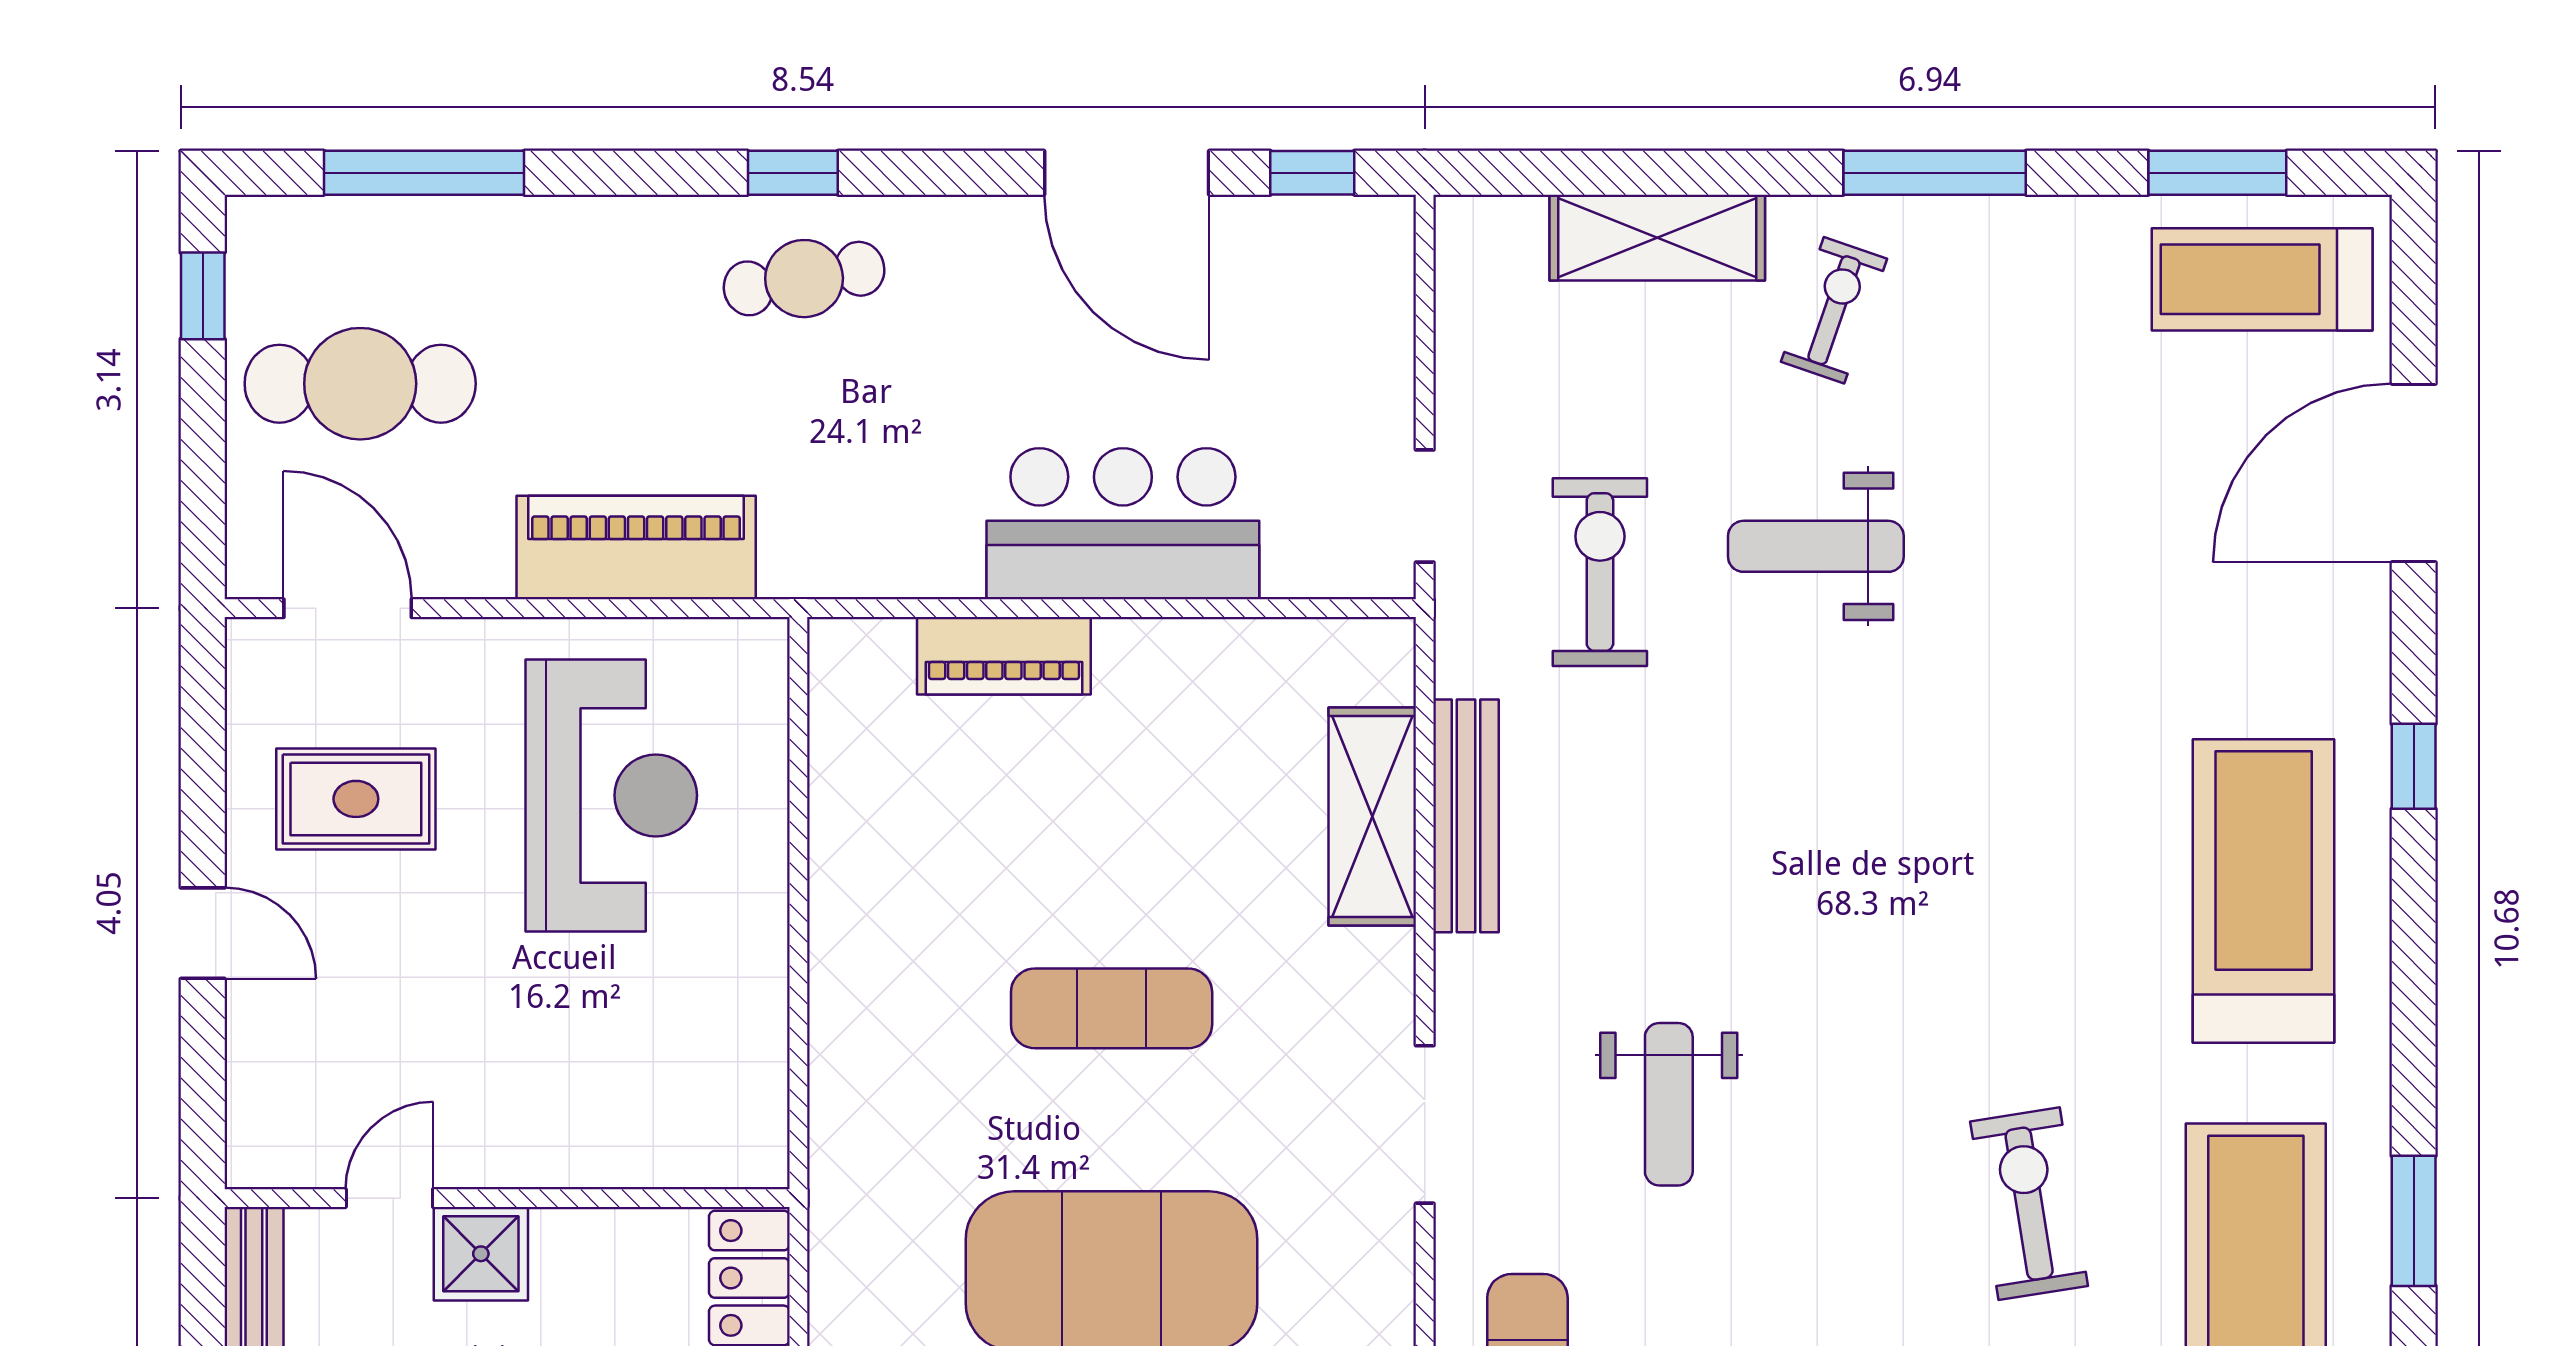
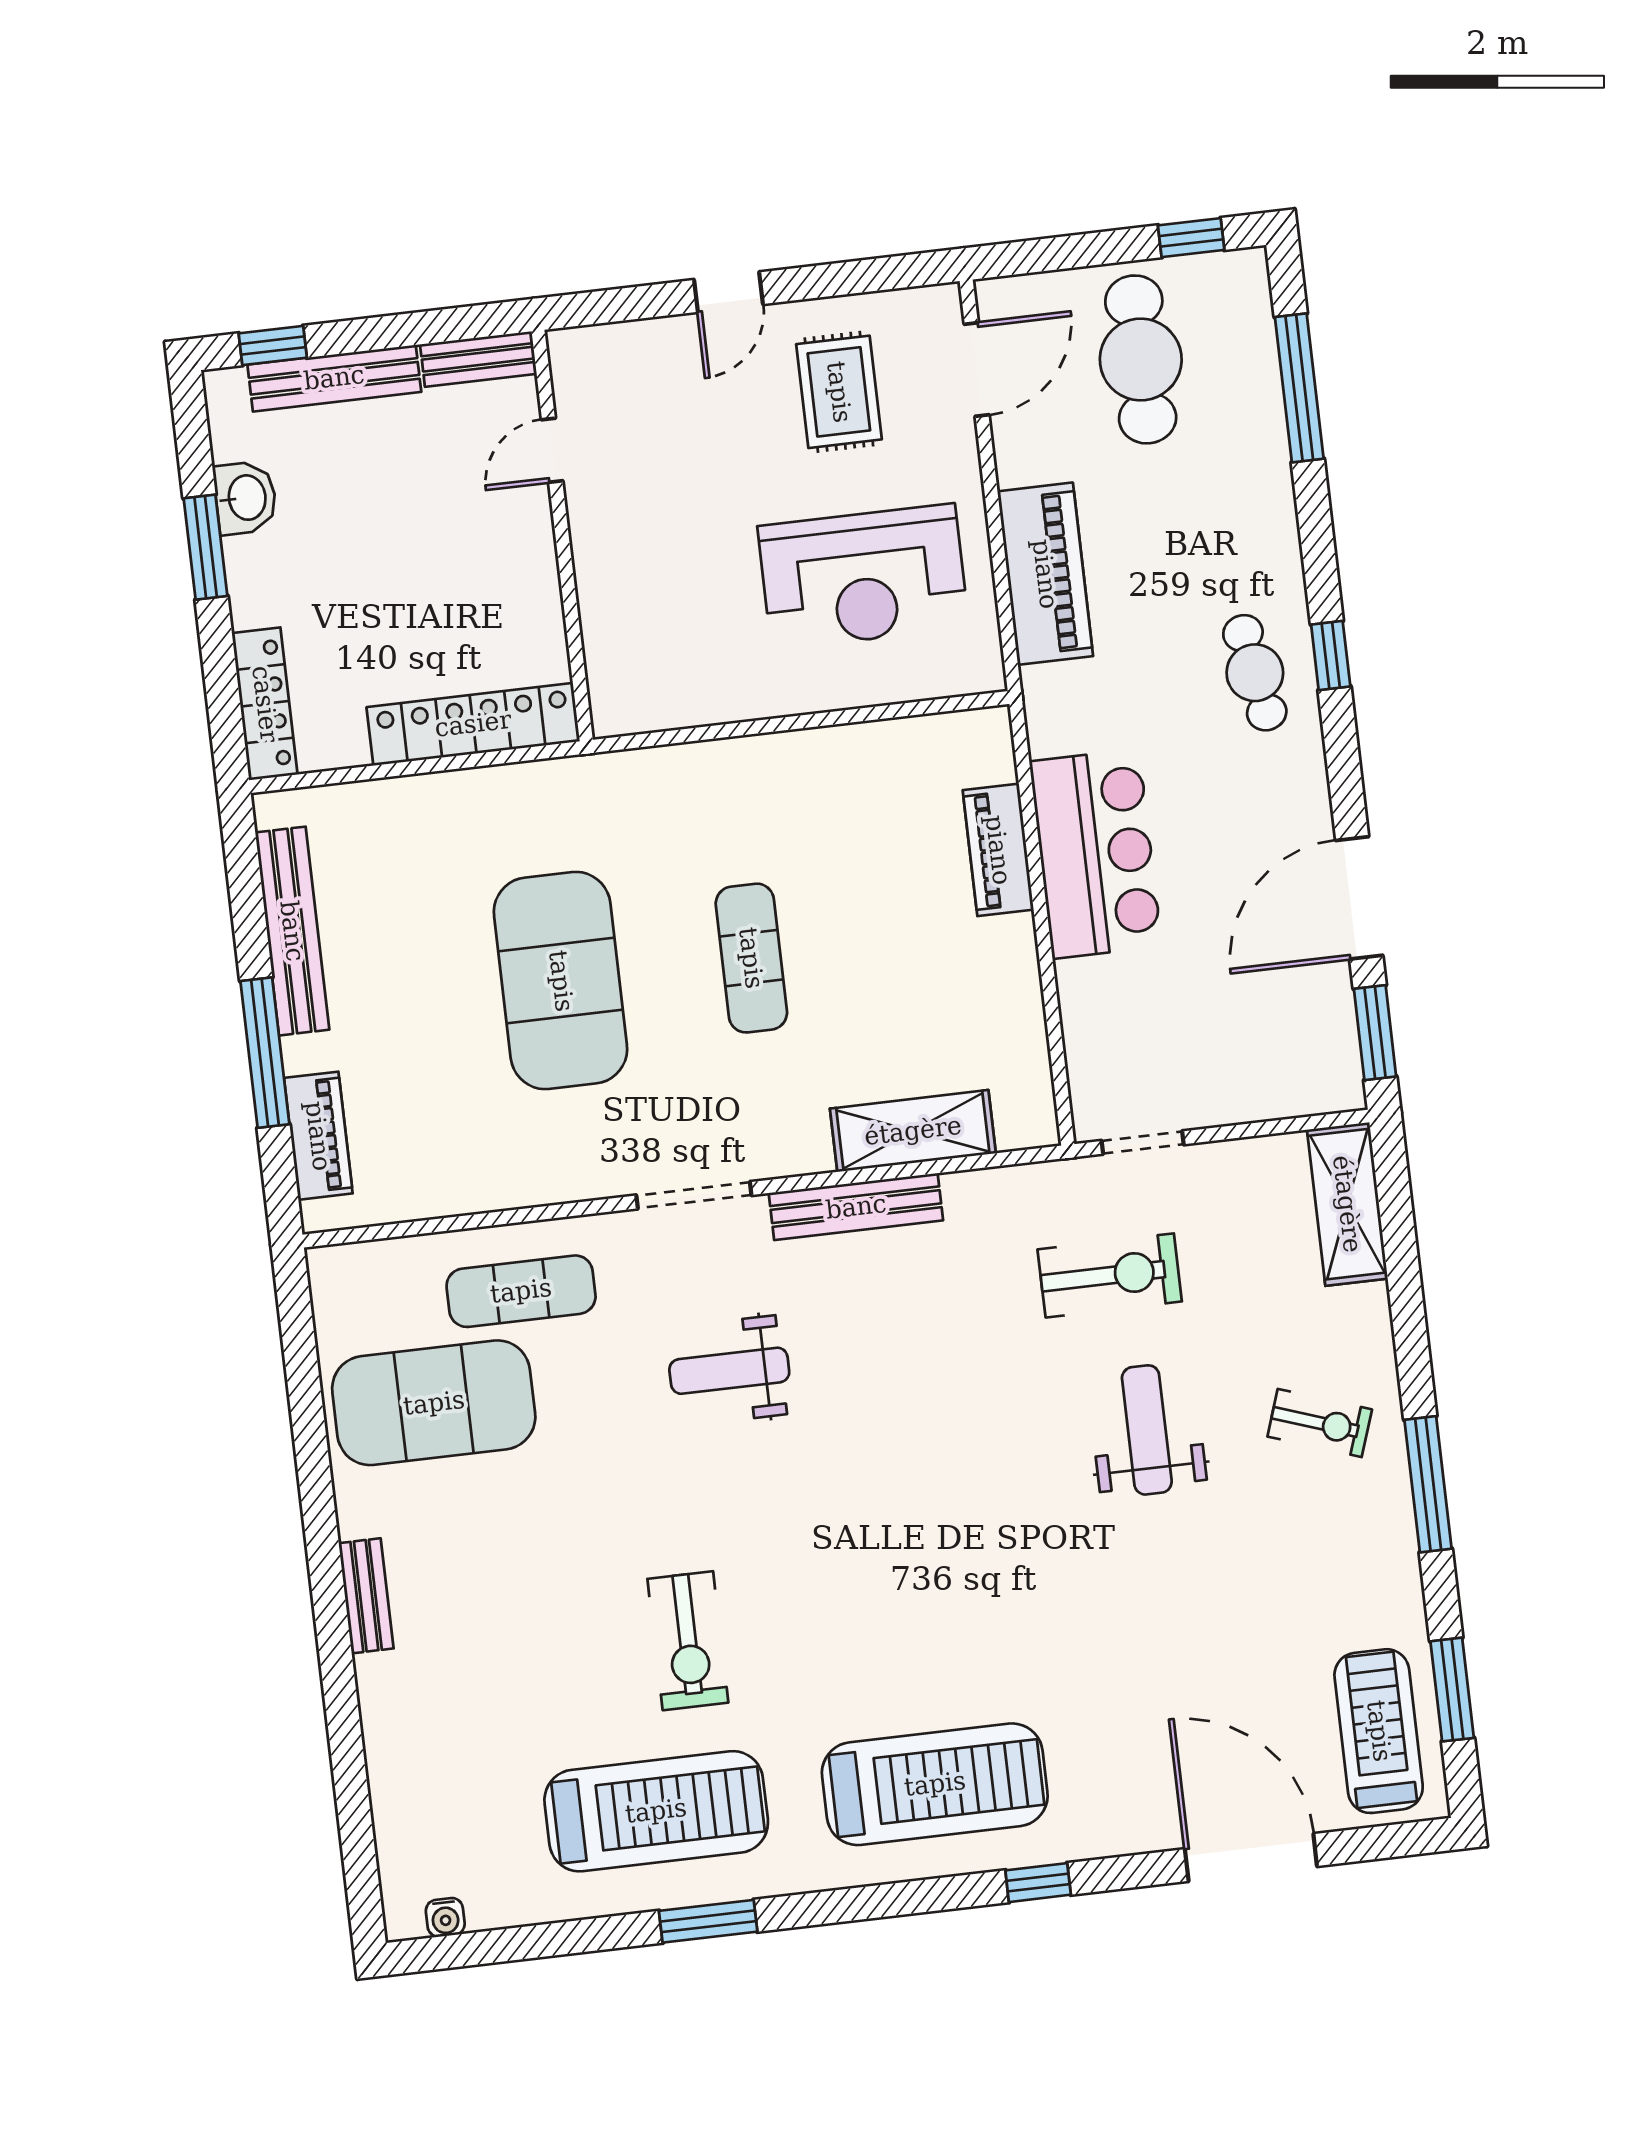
window: (1312, 173) -> (1375, 1033), width x1.50
shelving: (1657, 238) -> (1347, 1204), moved
bar counter: (1123, 524) -> (1096, 854), moved
bench: (1466, 816) -> (856, 1207), moved
door: (389, 1198) -> (552, 450), swing flipped
exercise bike: (2029, 1204) -> (688, 1641), turned 99
shower: (481, 1254) -> (519, 521), removed

